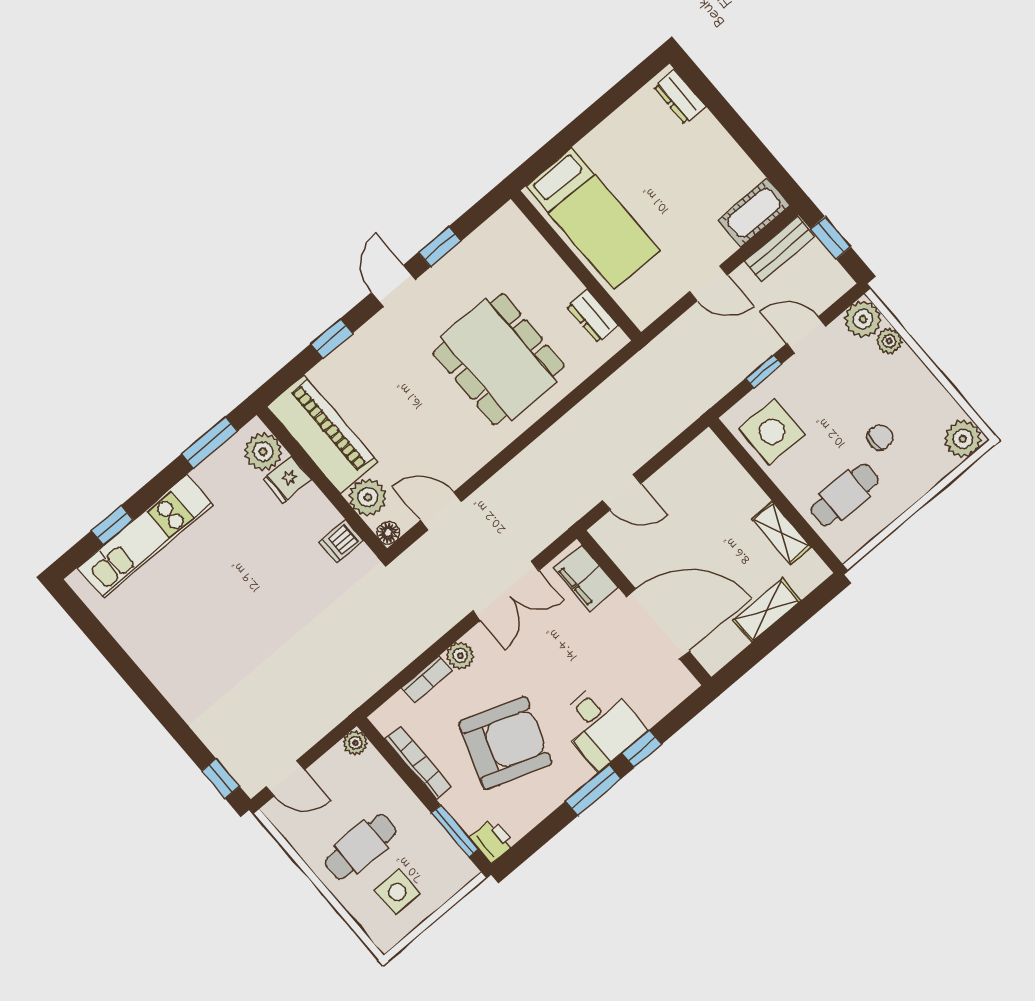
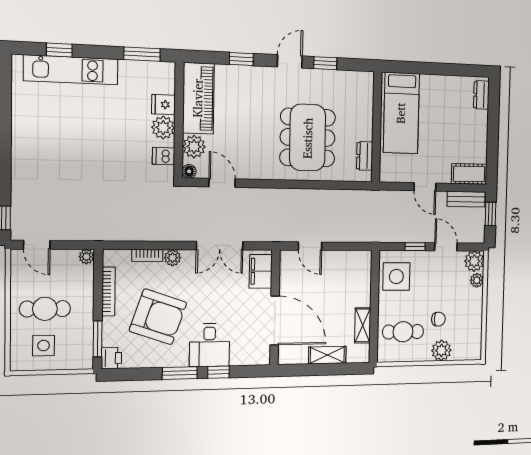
plant: (963, 439) -> (441, 350), moved
plant: (263, 452) -> (163, 128), moved

